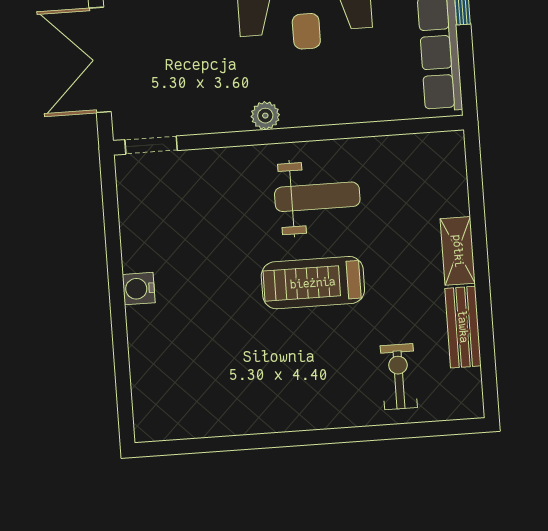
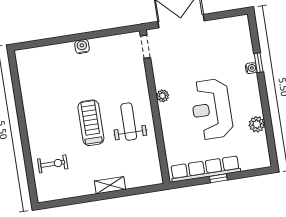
weight bench: (317, 197) -> (129, 122), turned 180
bench: (463, 327) -> (77, 190), removed

